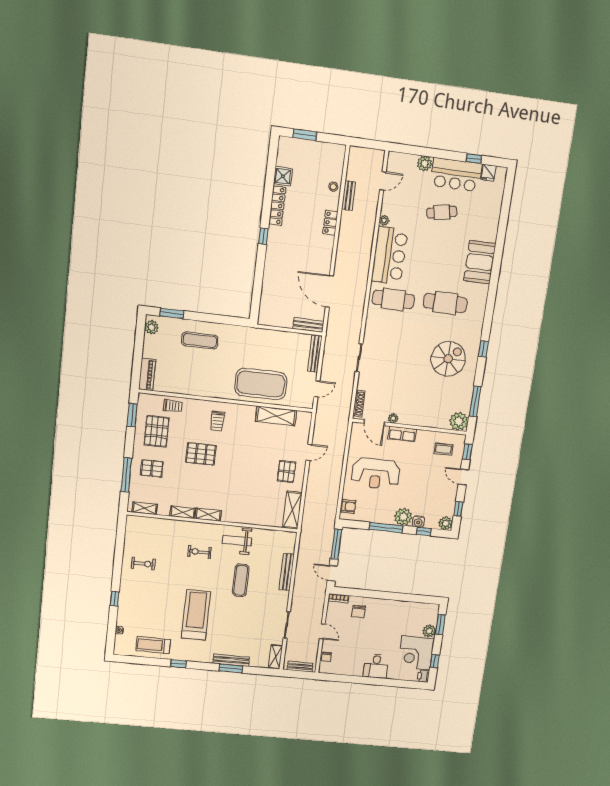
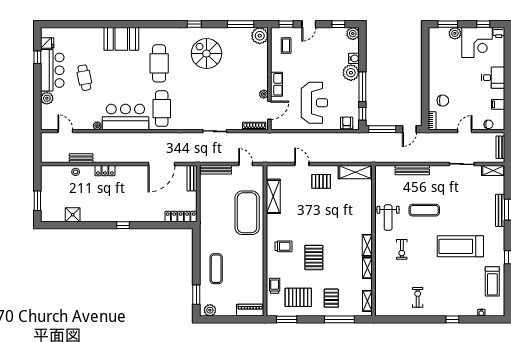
locker: (277, 206) -> (181, 217), moved
window: (424, 531) -> (362, 114), moved
filing cabinet: (347, 668) -> (498, 104), added

